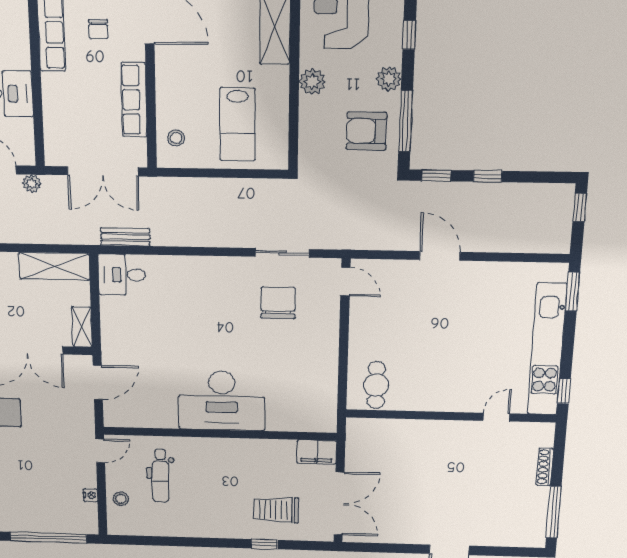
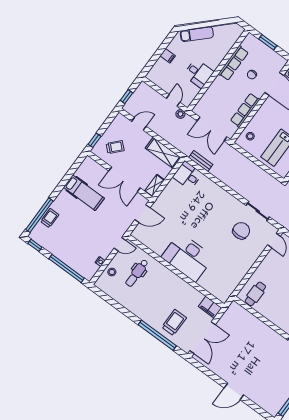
trolley: (276, 510) -> (174, 322), turned 90
window: (264, 544) -> (157, 335), width x3.17

